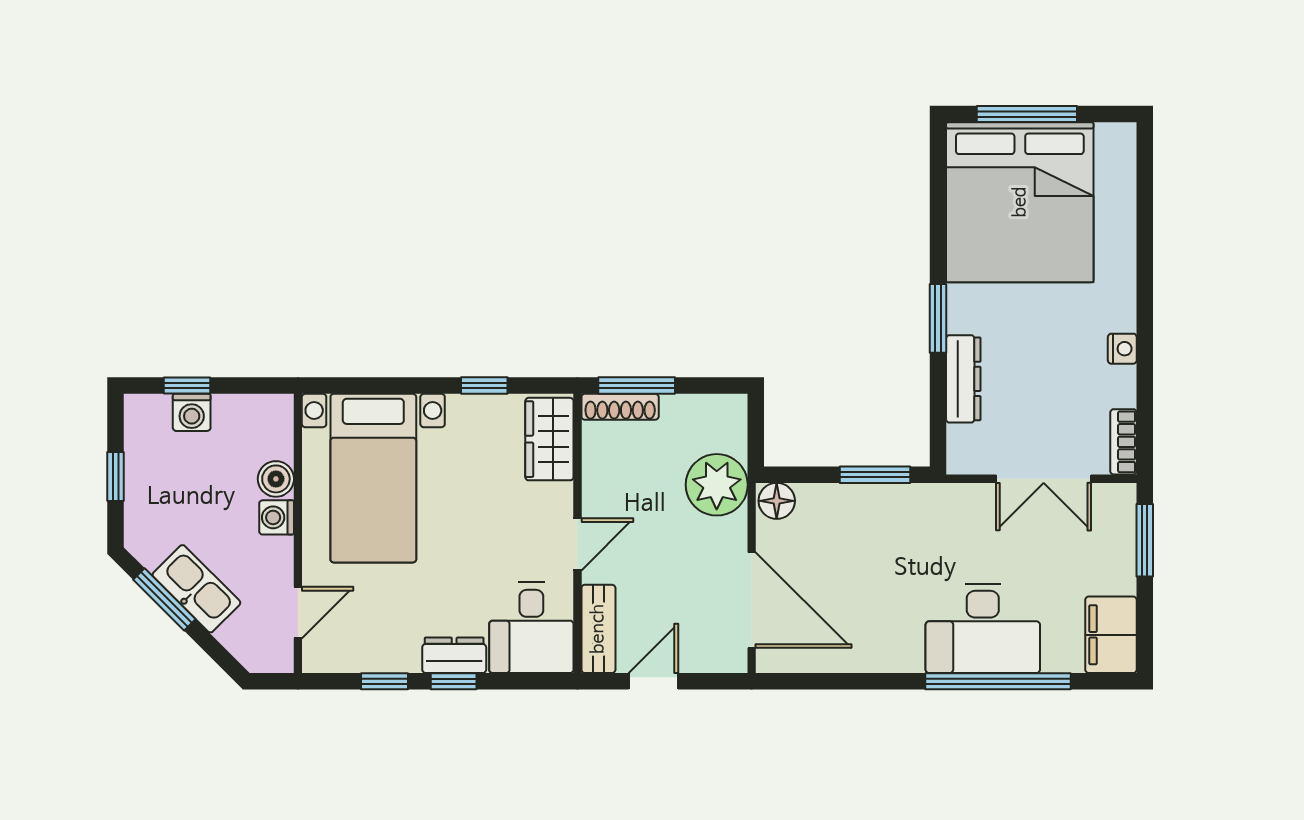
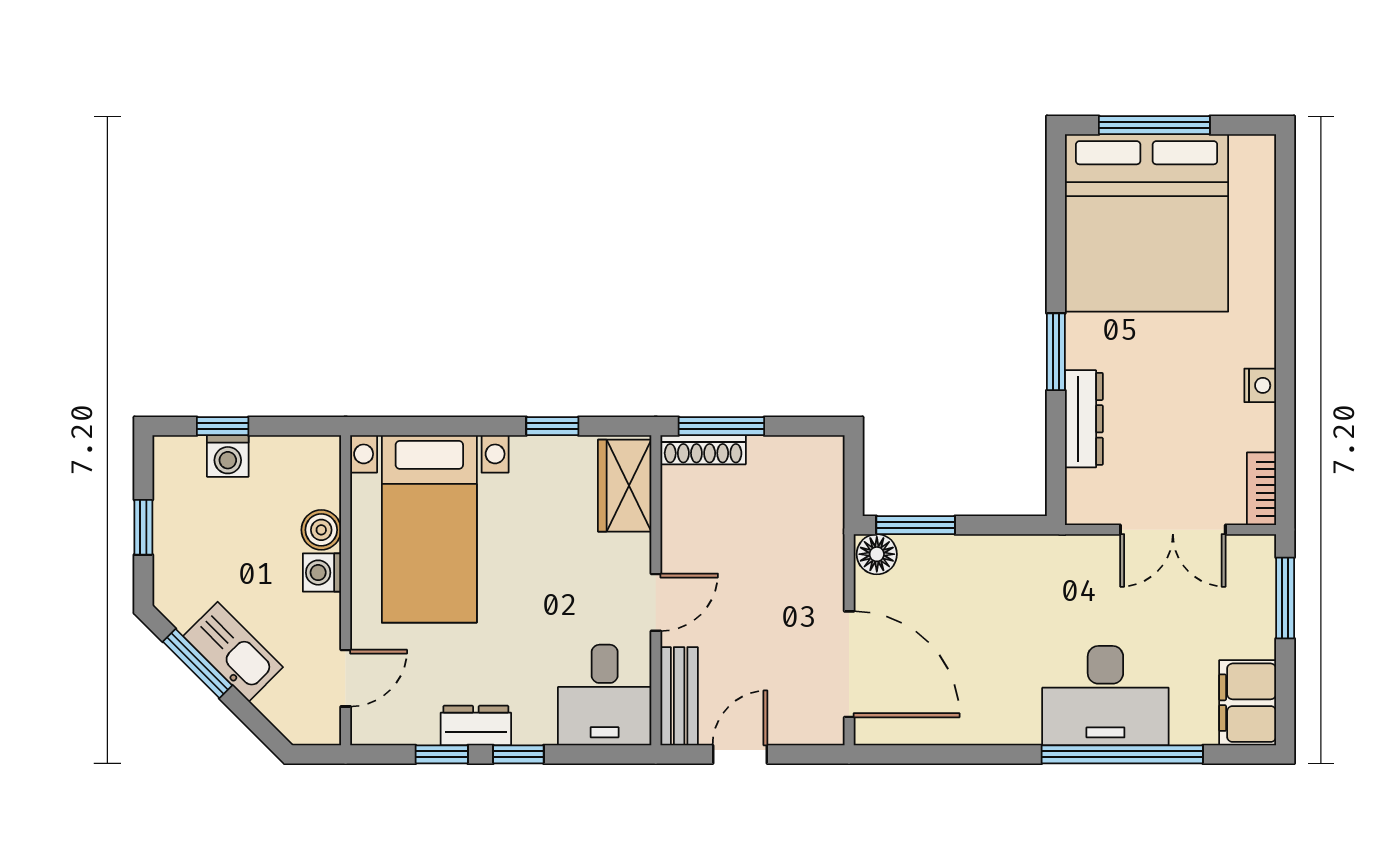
window: (875, 475) -> (916, 525), moved
plant: (717, 485) -> (810, 536), removed
dresser: (454, 655) -> (476, 725), moved

